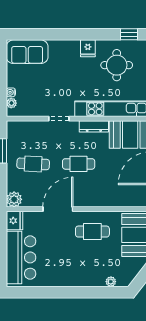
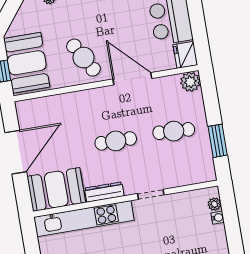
door: (58, 209) -> (132, 79), swing flipped
cafe table: (92, 232) -> (83, 58), turned 60

